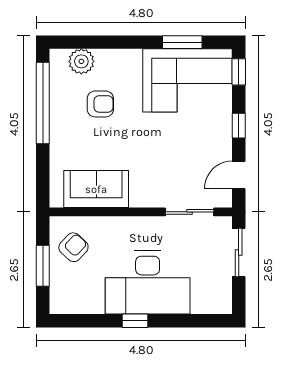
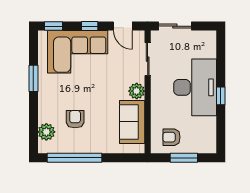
window: (182, 42) -> (33, 78), moved
corner sofa: (188, 80) -> (78, 52), moved, turned 90
plant: (142, 195) -> (137, 91), added
armchair: (73, 247) -> (171, 137), turned -43

